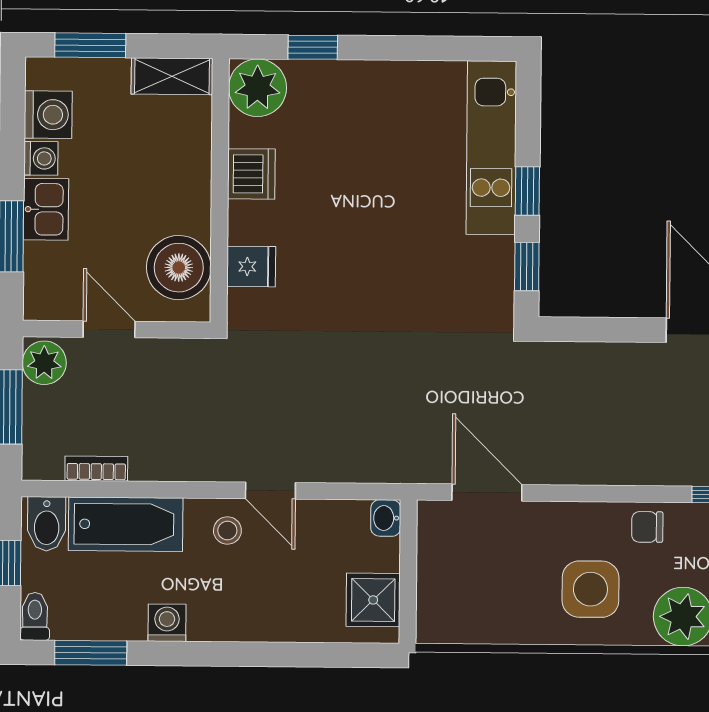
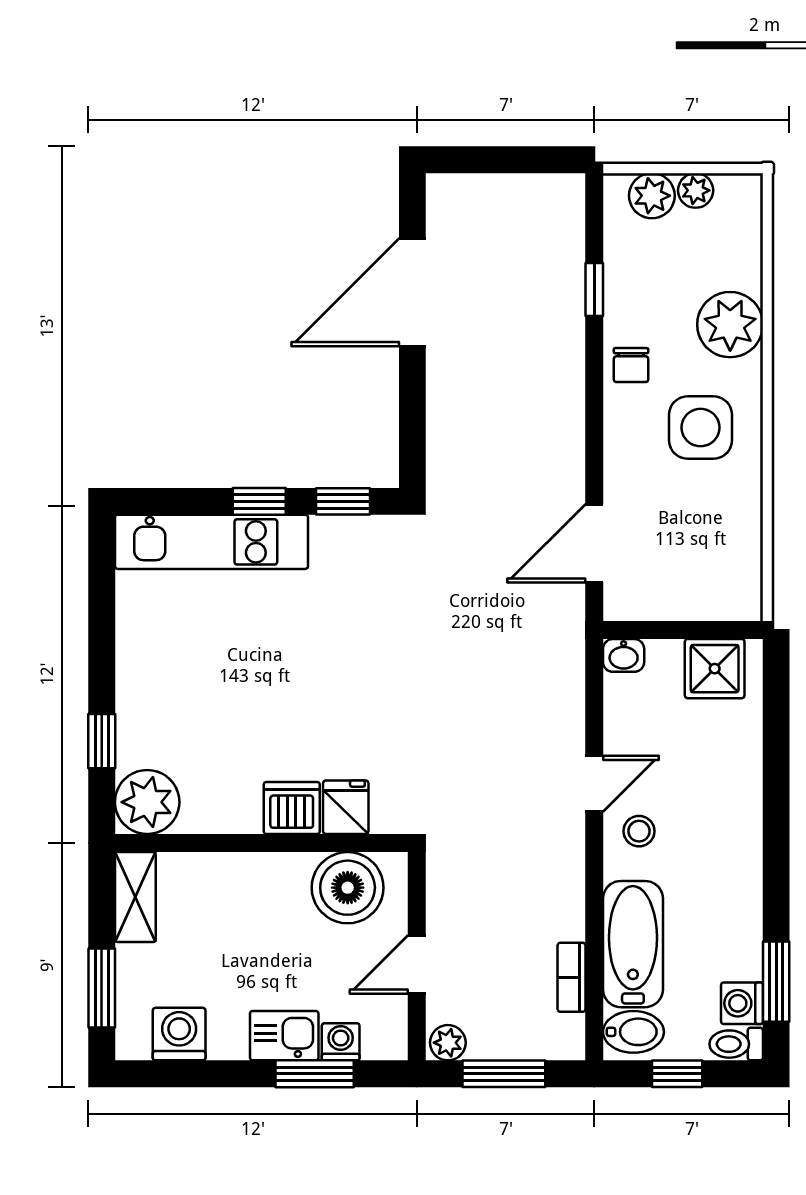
washing machine: (41, 158) -> (341, 1042), moved
dishwasher: (251, 174) -> (292, 808), moved
plant: (44, 363) -> (448, 1043), width x0.73, depth x0.73
washing machine: (167, 623) -> (742, 1003), moved

